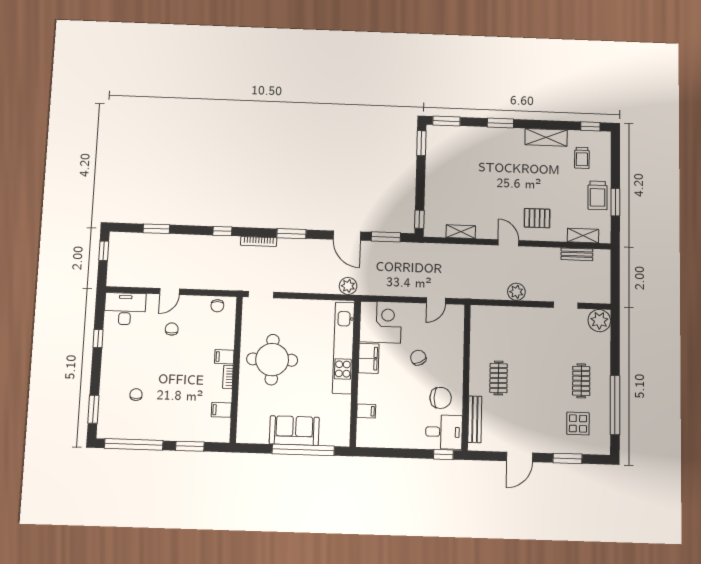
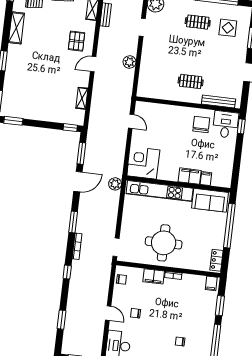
filing cabinet: (224, 357) -> (154, 276), width x2.00
filing cabinet: (369, 358) -> (190, 176), moved
chair: (418, 358) -> (171, 138), removed
filing cabinet: (221, 410) -> (211, 283), moved
sofa: (294, 431) -> (210, 200), moved, turned -90
locker: (253, 436) -> (217, 260), added

